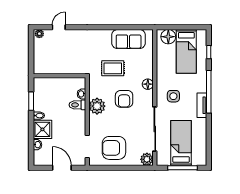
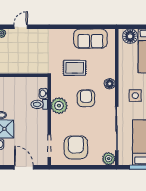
armchair: (124, 99) -> (86, 98), turned 180
armchair: (114, 148) -> (76, 147), turned 90

